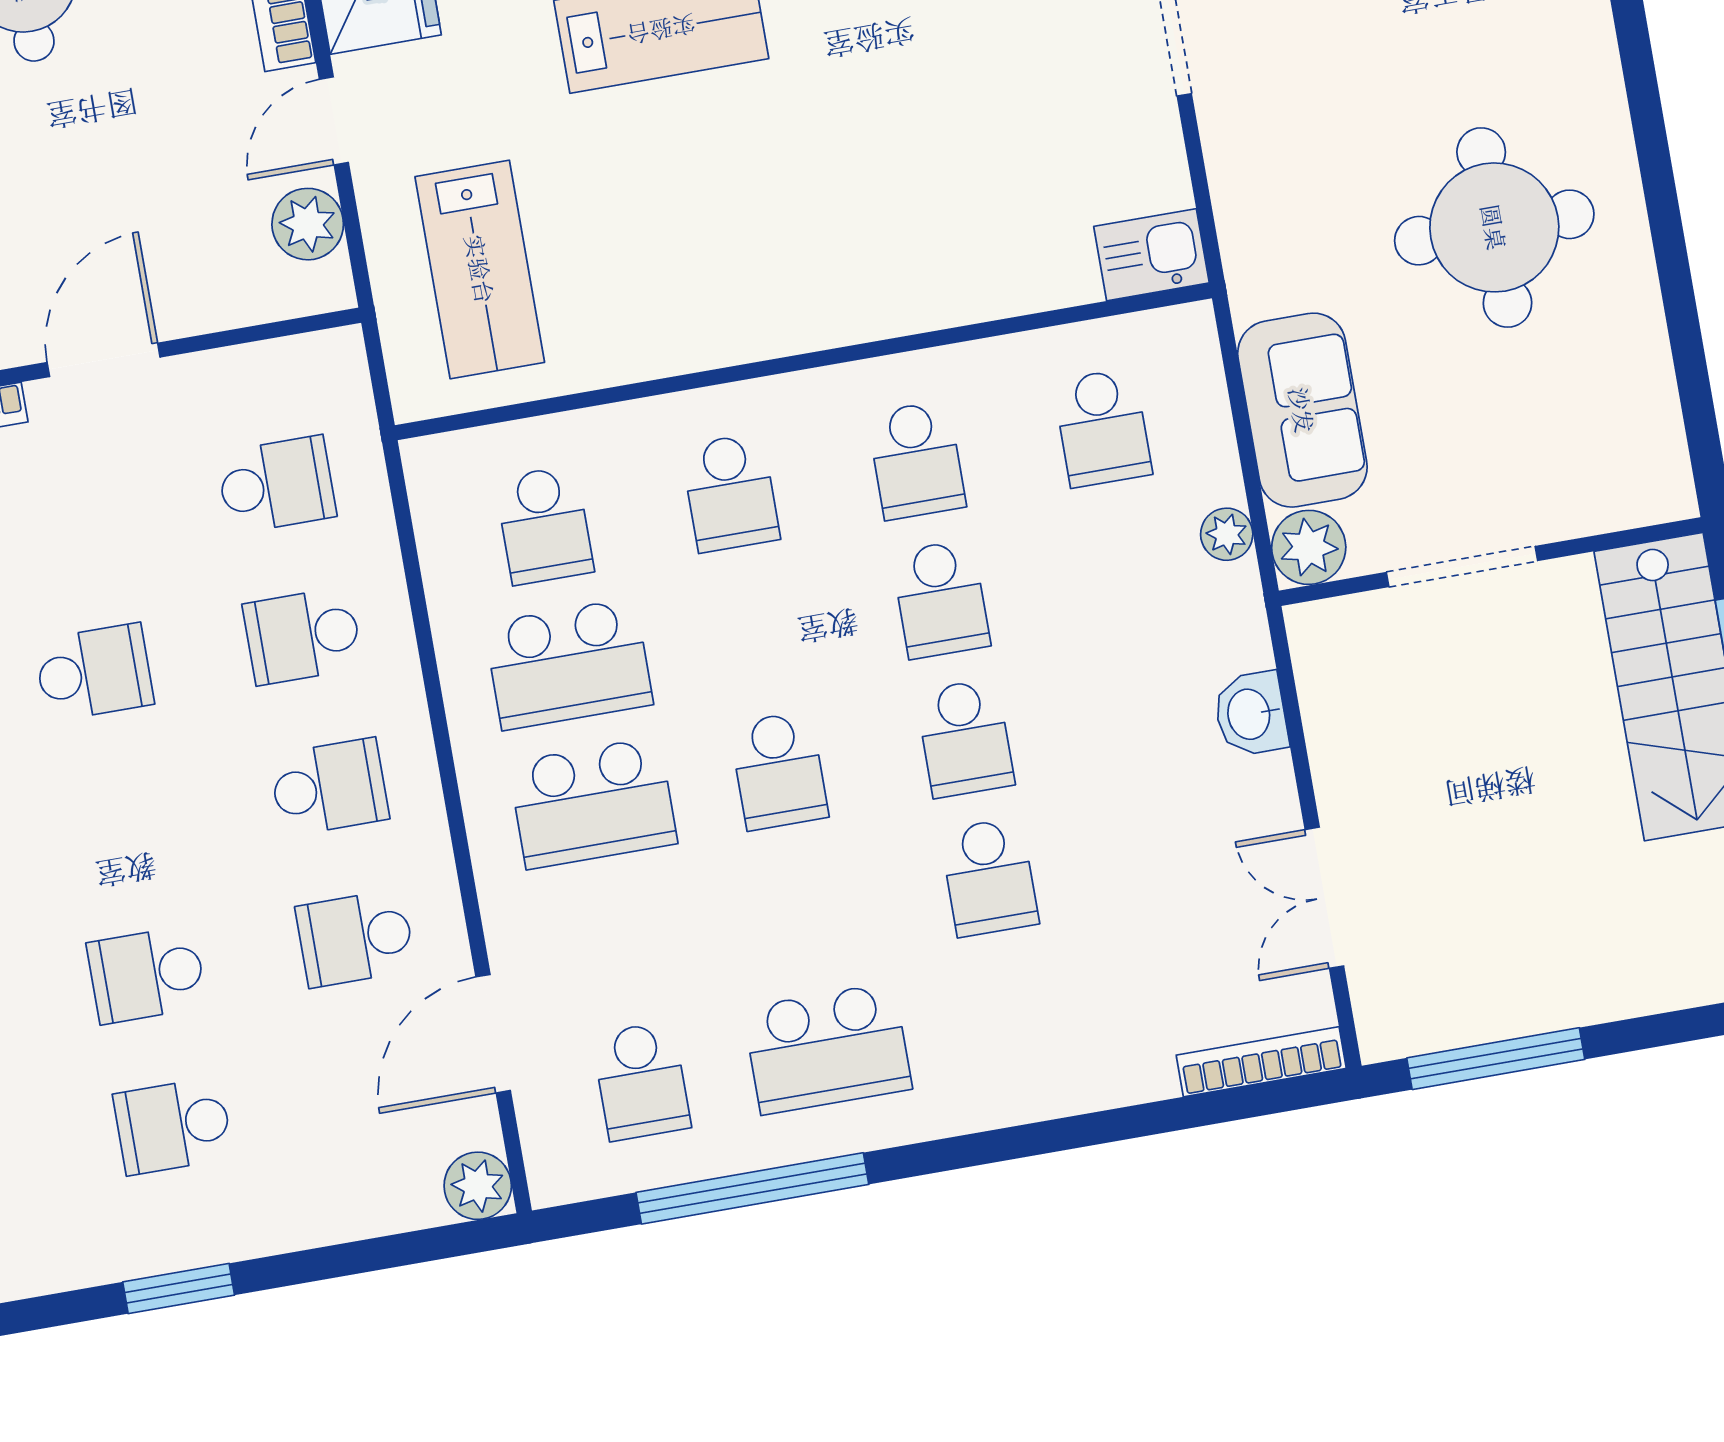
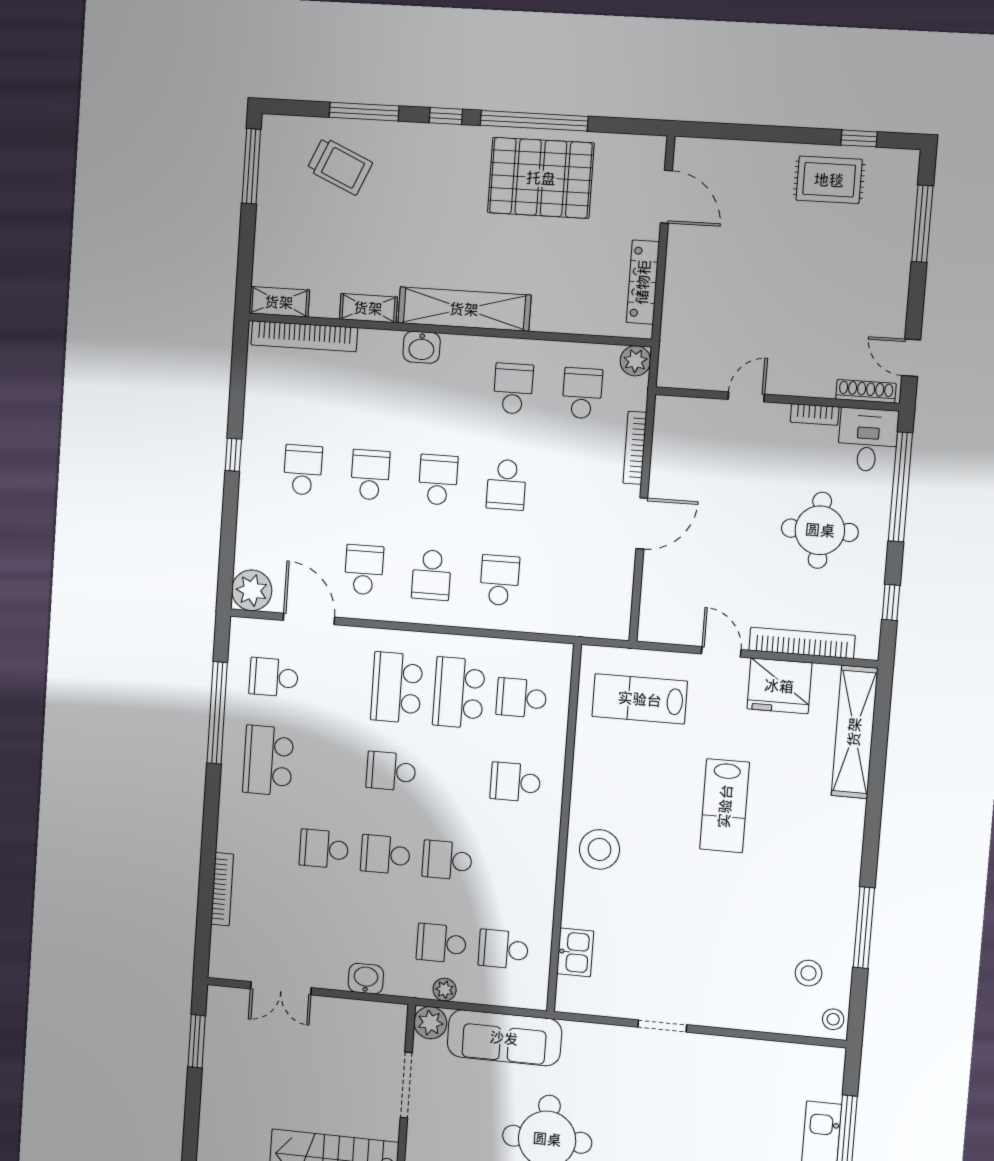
plant: (308, 224) -> (679, 629), removed
kitchen sink: (1151, 255) -> (575, 952), moved
stool: (828, 274) -> (600, 849), added
door: (104, 360) -> (642, 523), hinge flipped
sofa: (1302, 410) -> (504, 1038), width x1.36
school desk: (916, 460) -> (441, 943), moved
school desk: (276, 485) -> (438, 480), moved, turned 180
double door: (1324, 898) -> (281, 988), swing flipped
window: (1496, 1059) -> (197, 1041), width x0.69
bookcase: (1261, 1062) -> (222, 889), moved
plant: (478, 1186) -> (252, 590), width x1.36, depth x1.36
window: (179, 1288) -> (233, 455), width x0.67

